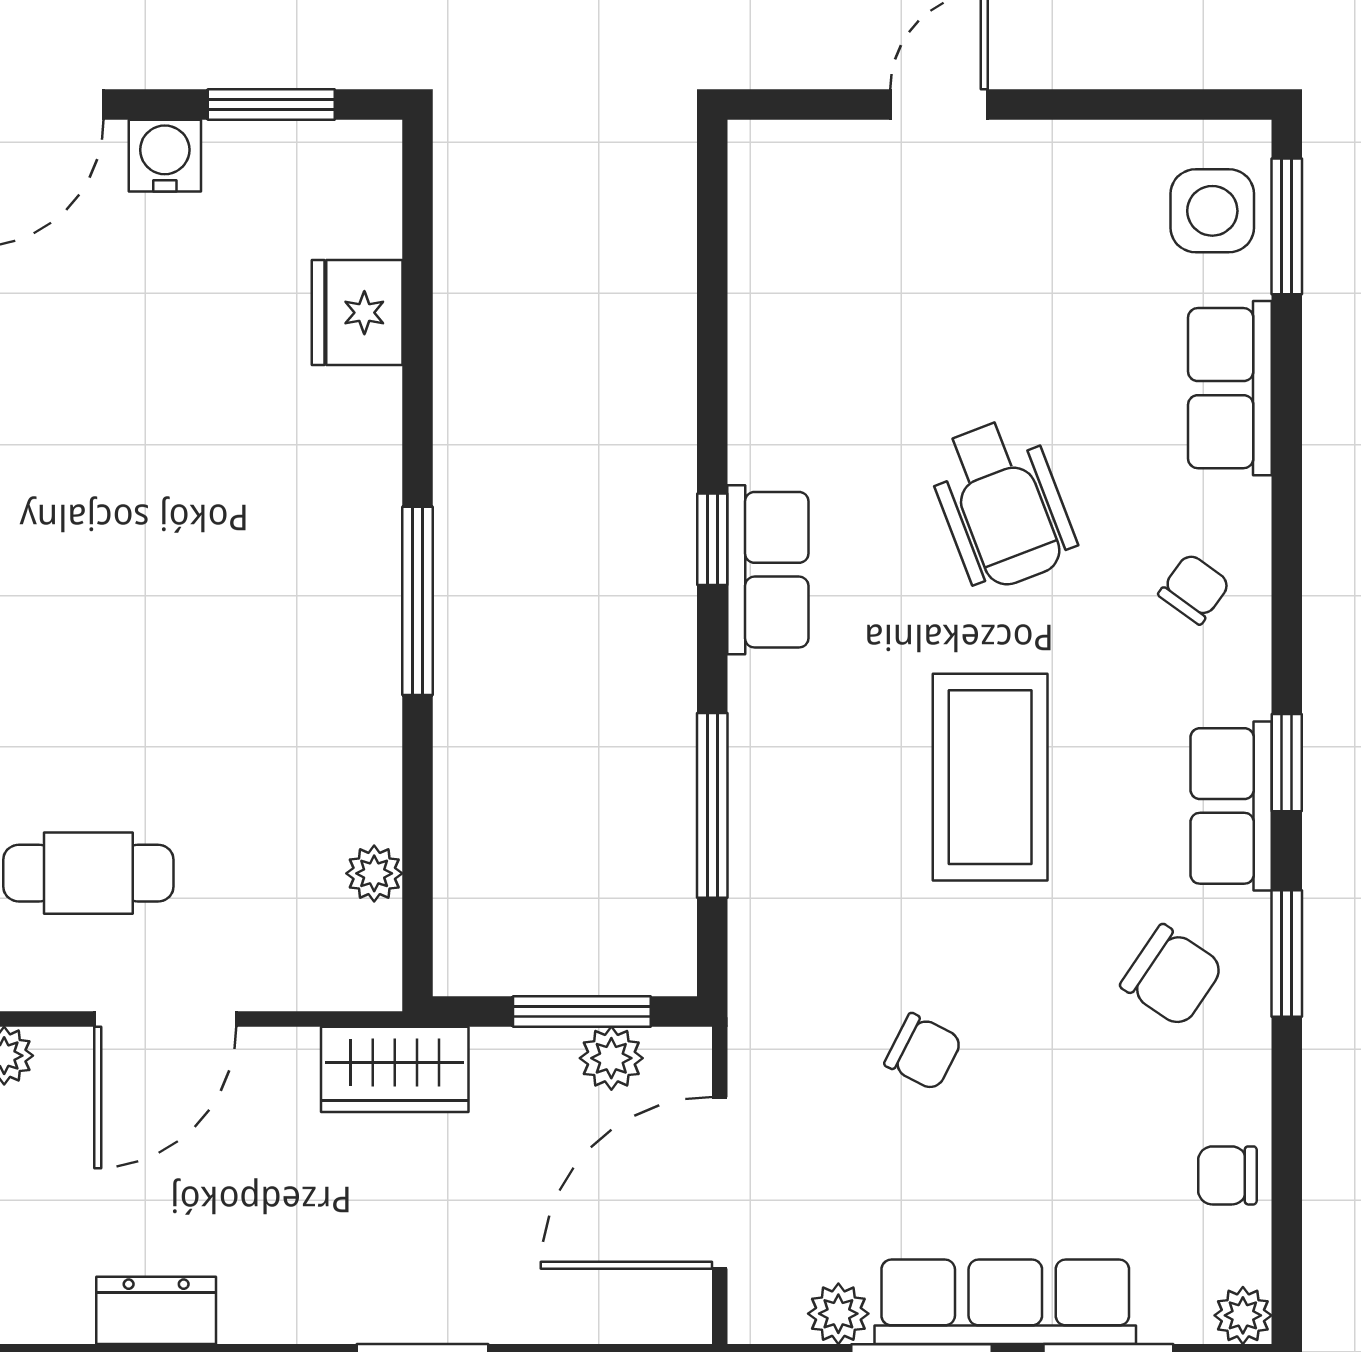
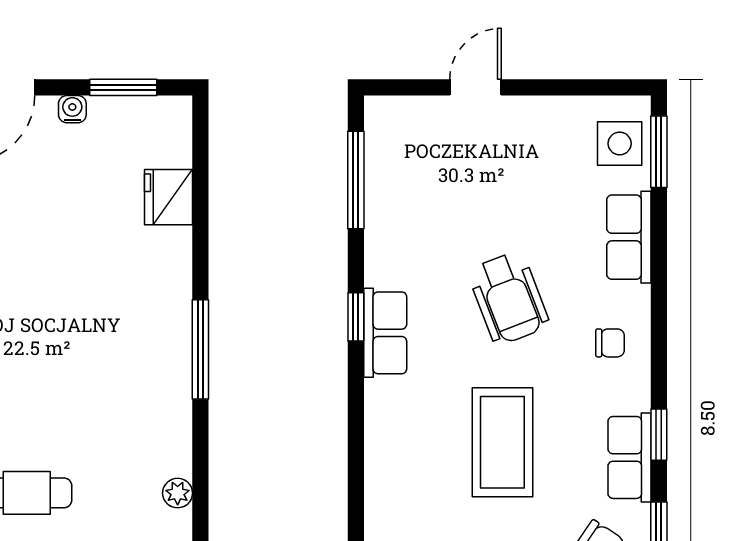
water cooler: (165, 156) -> (72, 109), width x0.72, depth x0.72
chair: (1194, 589) -> (610, 343), turned 54
window: (712, 805) -> (356, 180), moved

